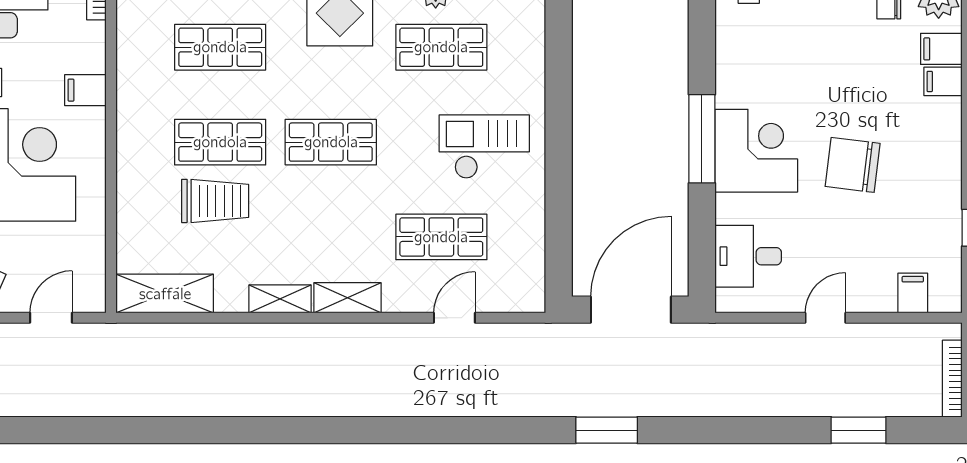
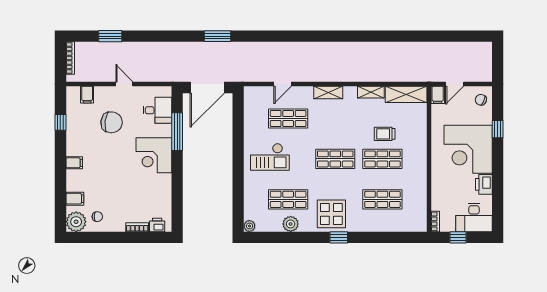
filing cabinet: (943, 81) -> (74, 163), moved
filing cabinet: (85, 90) -> (438, 95), moved, turned 90
window: (702, 139) -> (177, 132), moved
chair: (853, 165) -> (112, 122), moved
trolley: (215, 201) -> (385, 134), width x0.73, depth x0.72
shelving: (280, 299) -> (371, 92), moved
door: (825, 318) -> (124, 84), swing flipped

